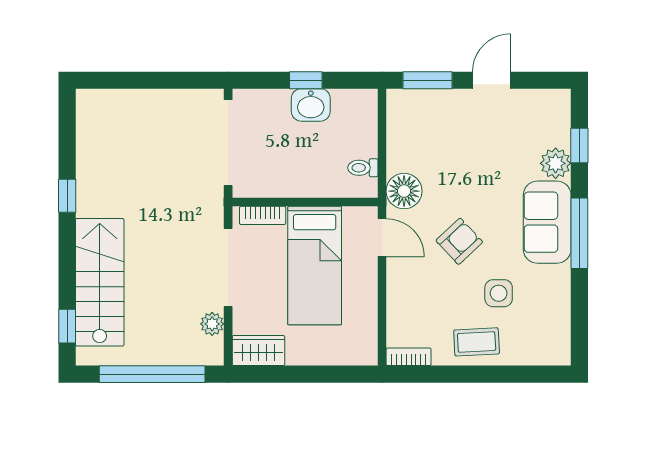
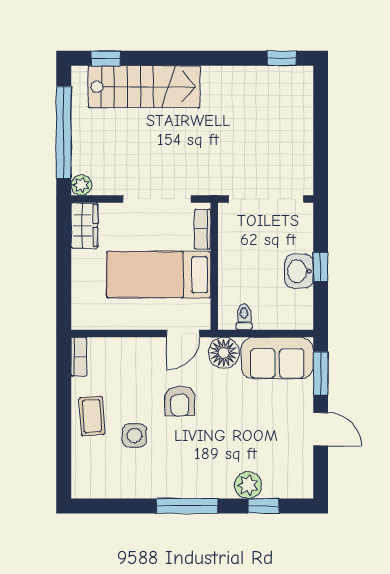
window: (67, 196) -> (282, 58), moved
sofa: (547, 222) -> (277, 358), moved, turned 180
armchair: (459, 241) -> (180, 401), turned 43
plant: (212, 324) -> (81, 185), moved

